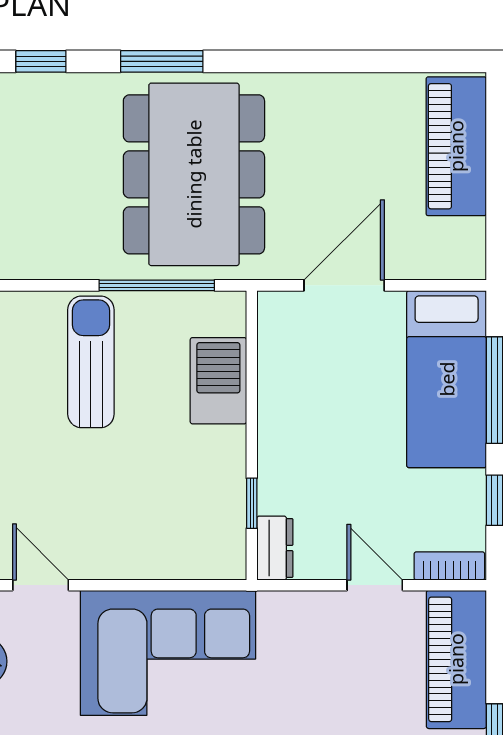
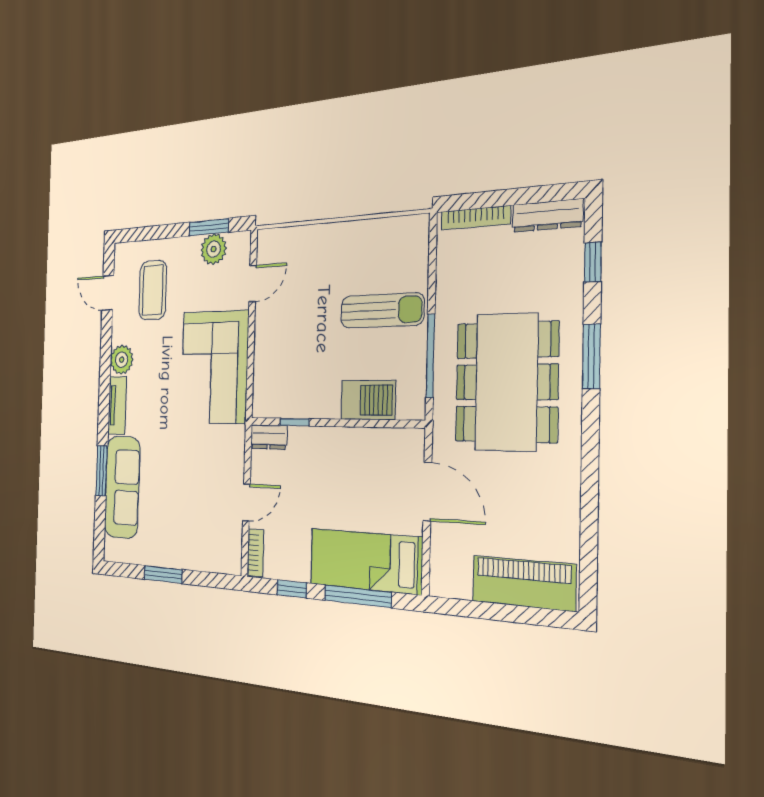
dining table: (194, 174) -> (506, 382), turned 90
piano: (456, 659) -> (205, 553), removed

